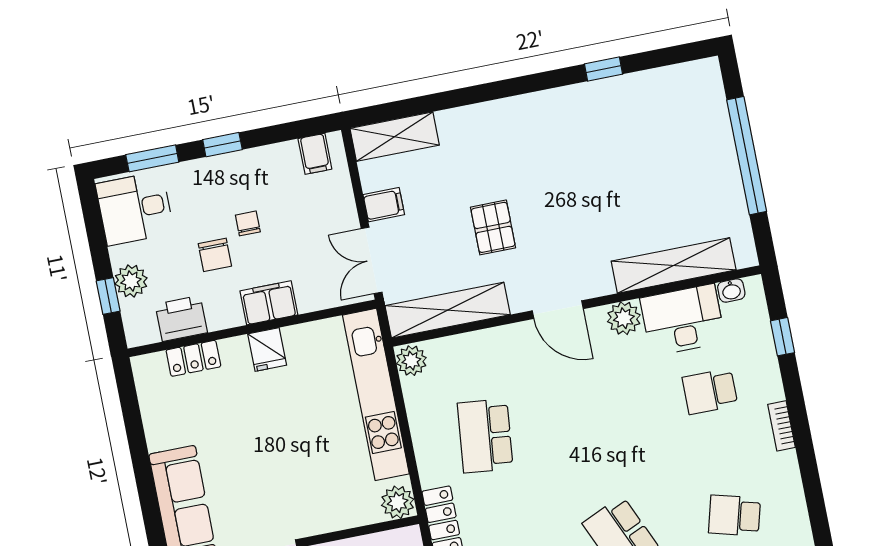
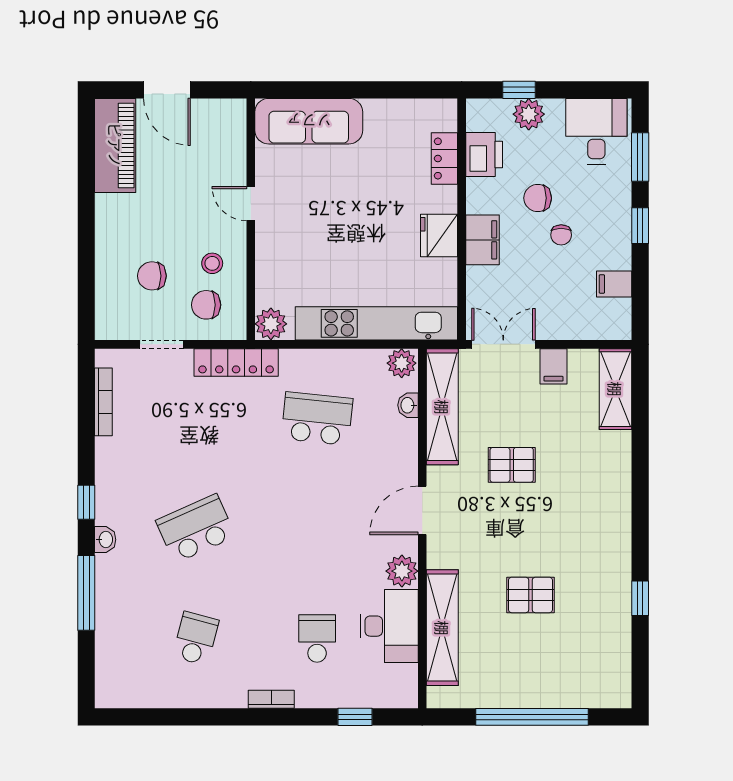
filing cabinet: (315, 154) -> (614, 284), moved
pallet: (622, 182) -> (530, 595), added
chair: (248, 223) -> (561, 235), turned 90
washbasin: (731, 290) -> (408, 405), moved
fridge: (267, 349) -> (439, 235), width x1.38

